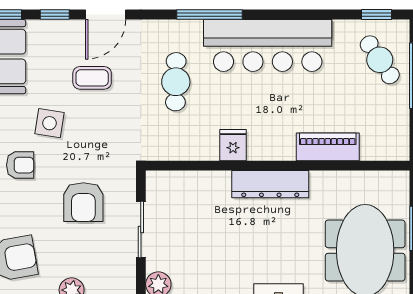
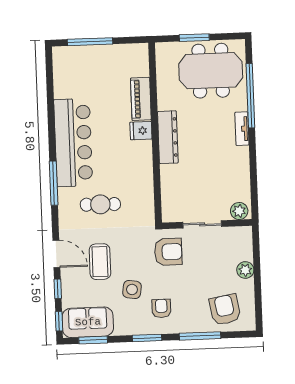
window: (376, 15) -> (49, 69), removed
cafe table: (380, 60) -> (80, 66), removed
coffee table: (92, 78) -> (100, 262), width x1.36, depth x1.30
fridge: (233, 145) -> (141, 131), moved
armchair: (83, 202) -> (168, 252), moved

